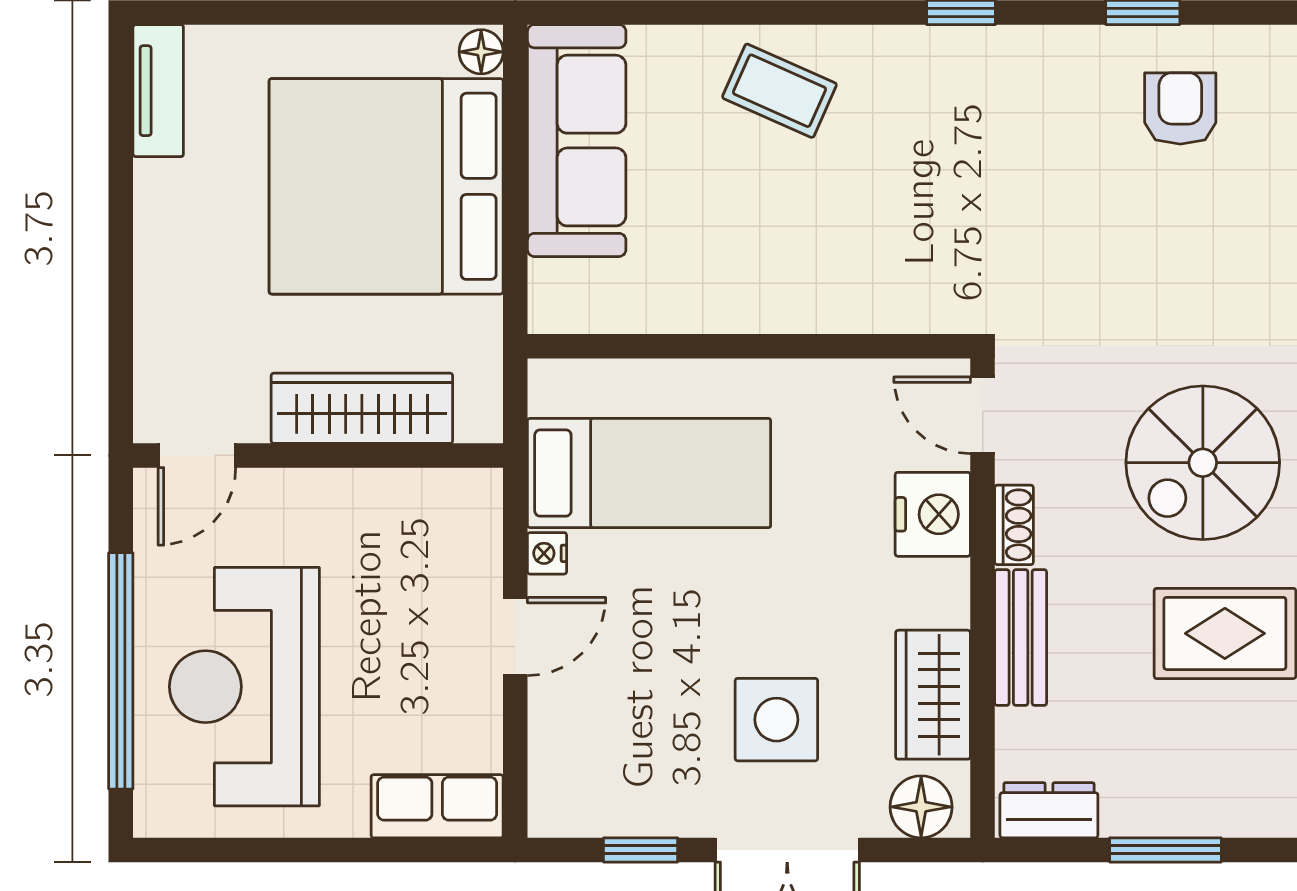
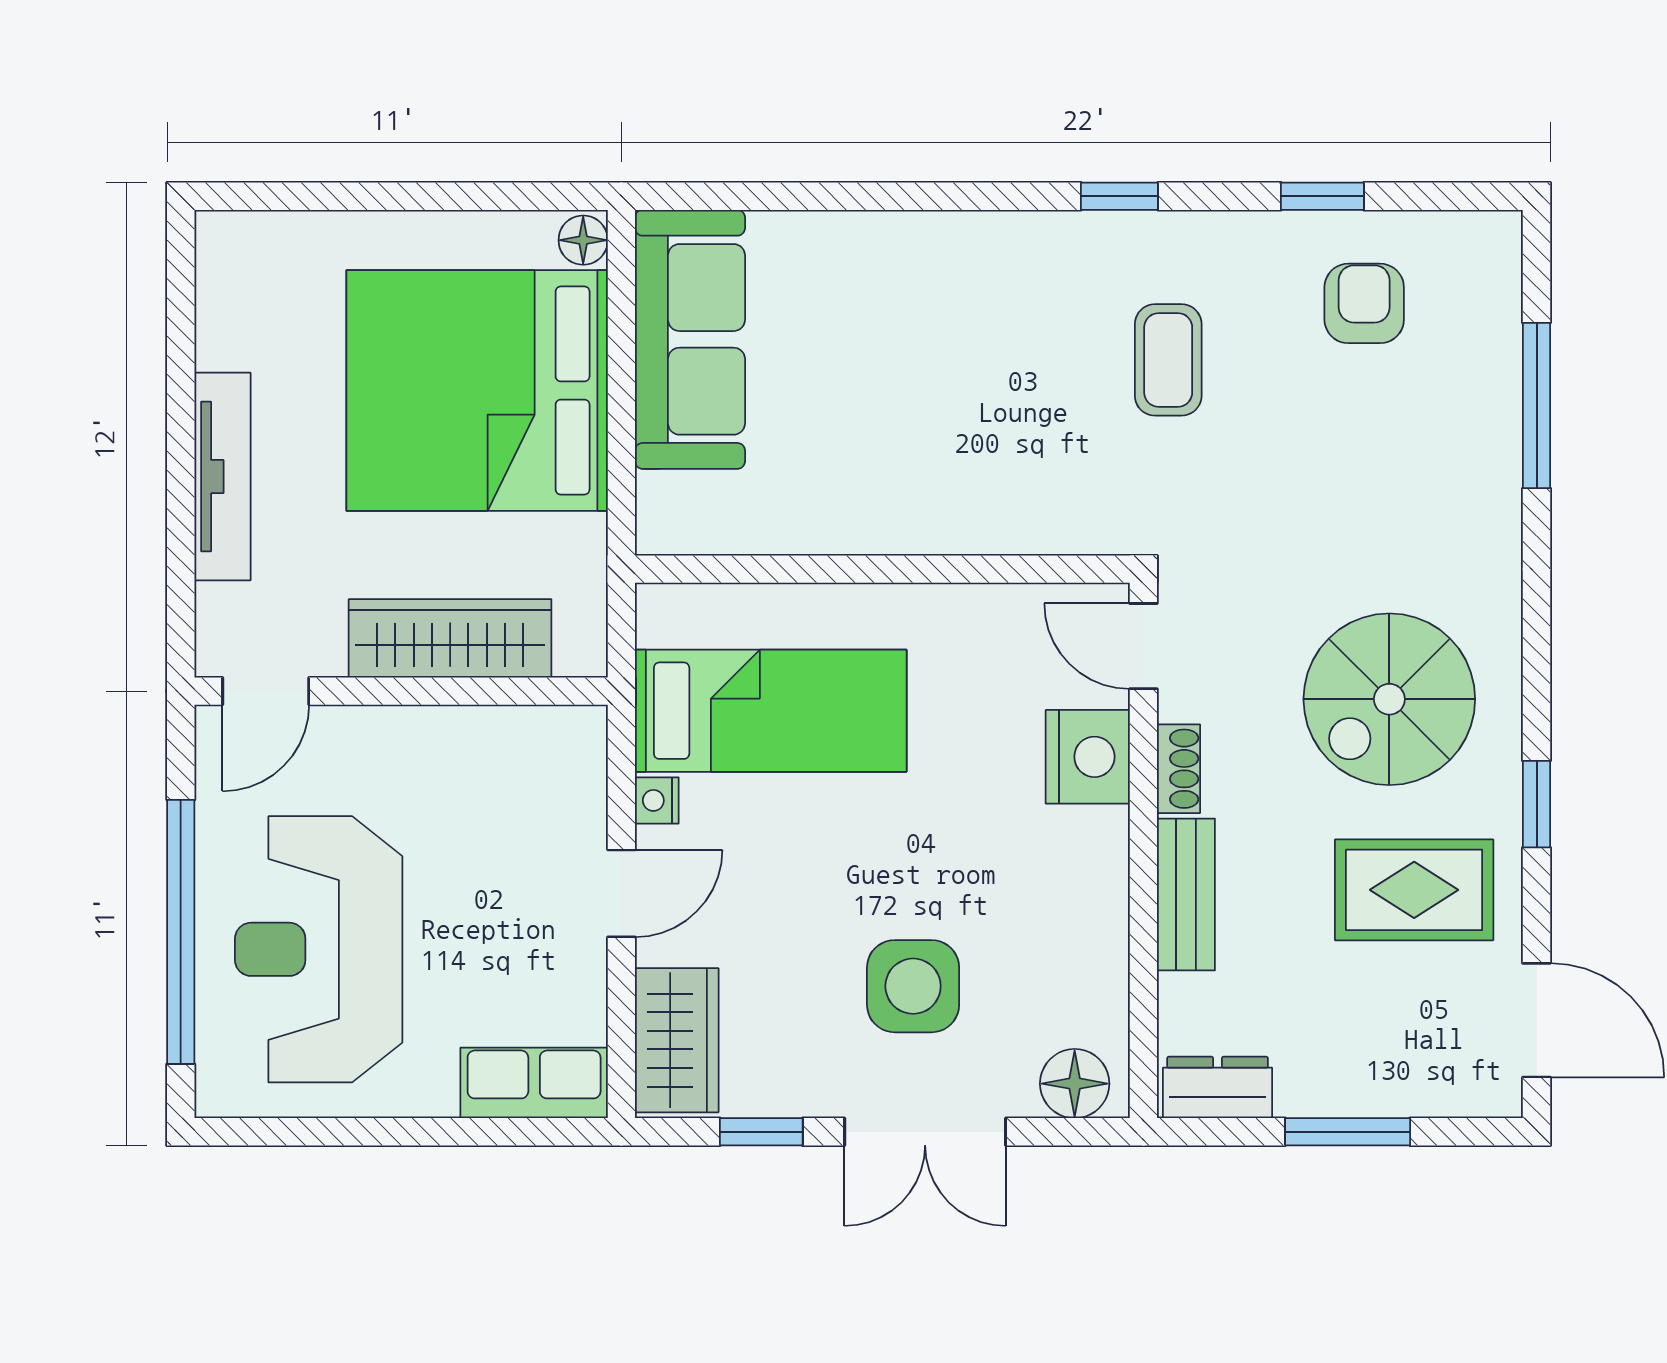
tv unit: (158, 91) -> (222, 477), moved, width x1.41
coffee table: (779, 91) -> (1168, 360), moved, turned 66
wardrobe: (933, 695) -> (677, 1040), moved, turned 180

